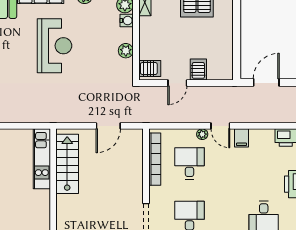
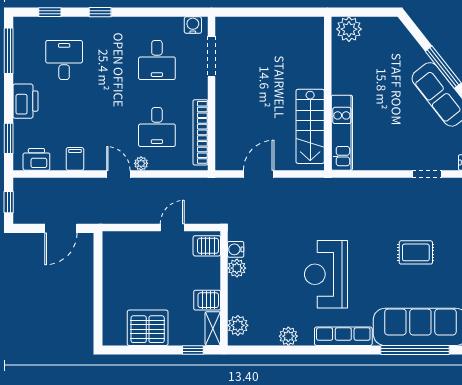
water cooler: (127, 21) -> (236, 249), moved
server rack: (198, 70) -> (207, 300), moved, turned 90
filing cabinet: (242, 138) -> (75, 159), moved

